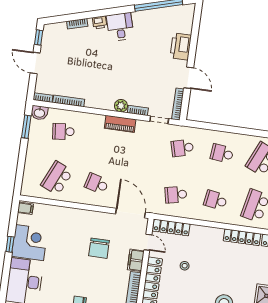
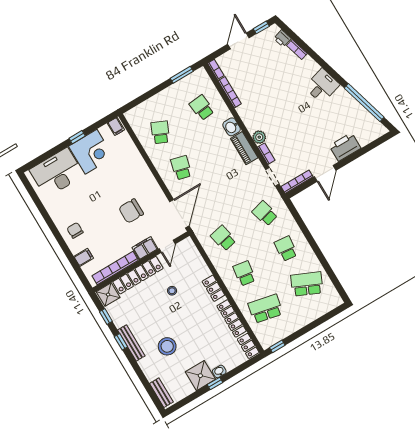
printer: (100, 22) -> (282, 38), moved
washbasin: (39, 113) -> (232, 127), moved
school desk: (57, 178) -> (160, 132), width x0.54
locker: (171, 228) -> (213, 288), moved, width x0.66

